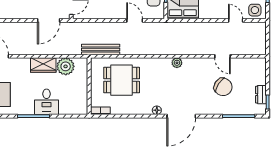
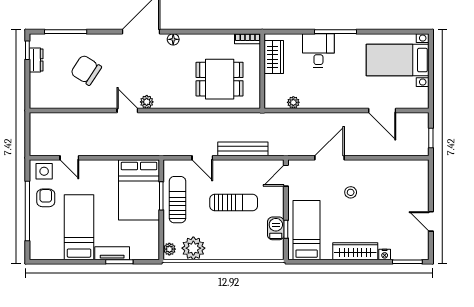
door: (49, 20) -> (330, 158), moved
bench: (101, 50) -> (243, 149), moved
door: (222, 56) -> (127, 110), moved
wardrobe: (43, 65) -> (274, 57), moved, turned 90
plant: (66, 66) -> (293, 102), width x0.53, depth x0.53

